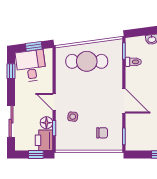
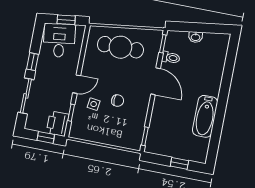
window: (11, 71) -> (33, 62), moved
door: (124, 101) -> (156, 81), moved
door: (54, 102) -> (77, 84), swing flipped
floor lamp: (46, 123) -> (64, 105), removed
chair: (102, 133) -> (118, 101), moved

